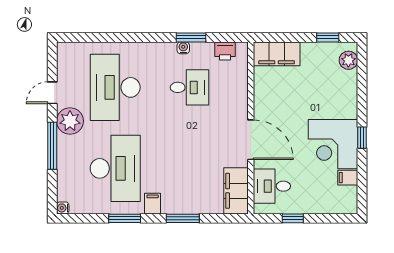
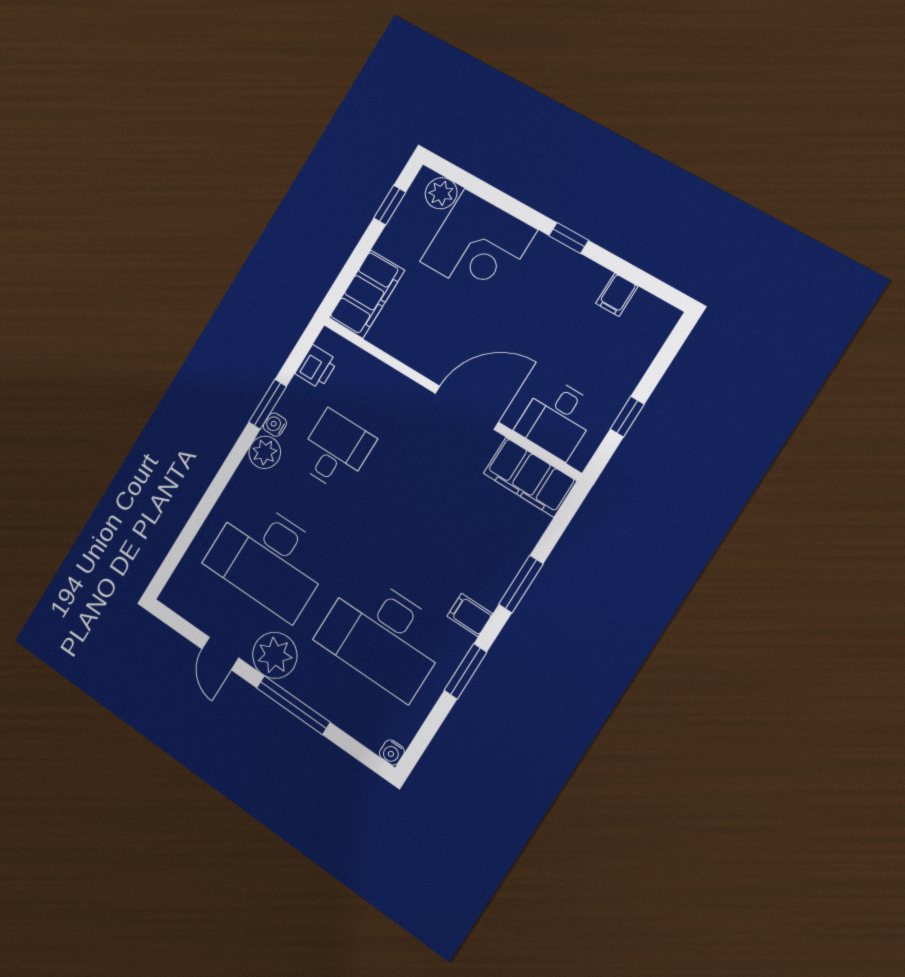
plant: (166, 51) -> (265, 452), added
corner desk: (333, 144) -> (478, 246), moved
desk: (115, 168) -> (383, 636), turned 180

